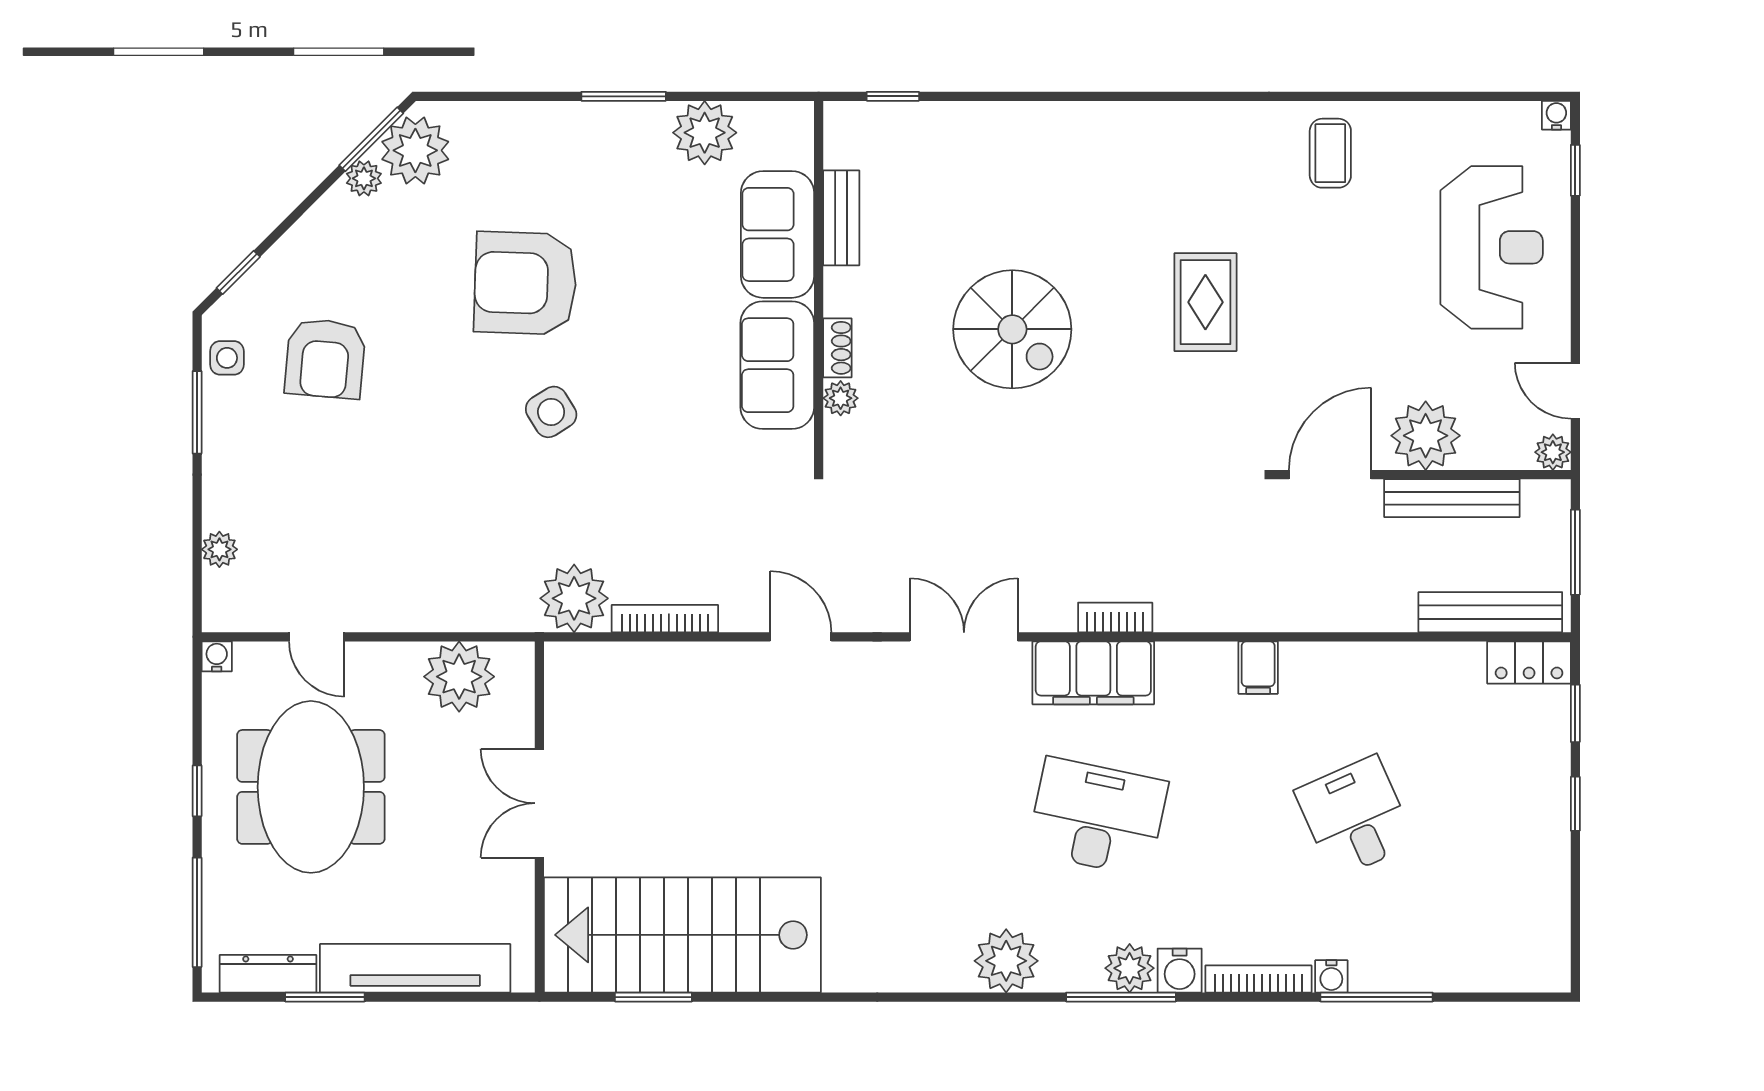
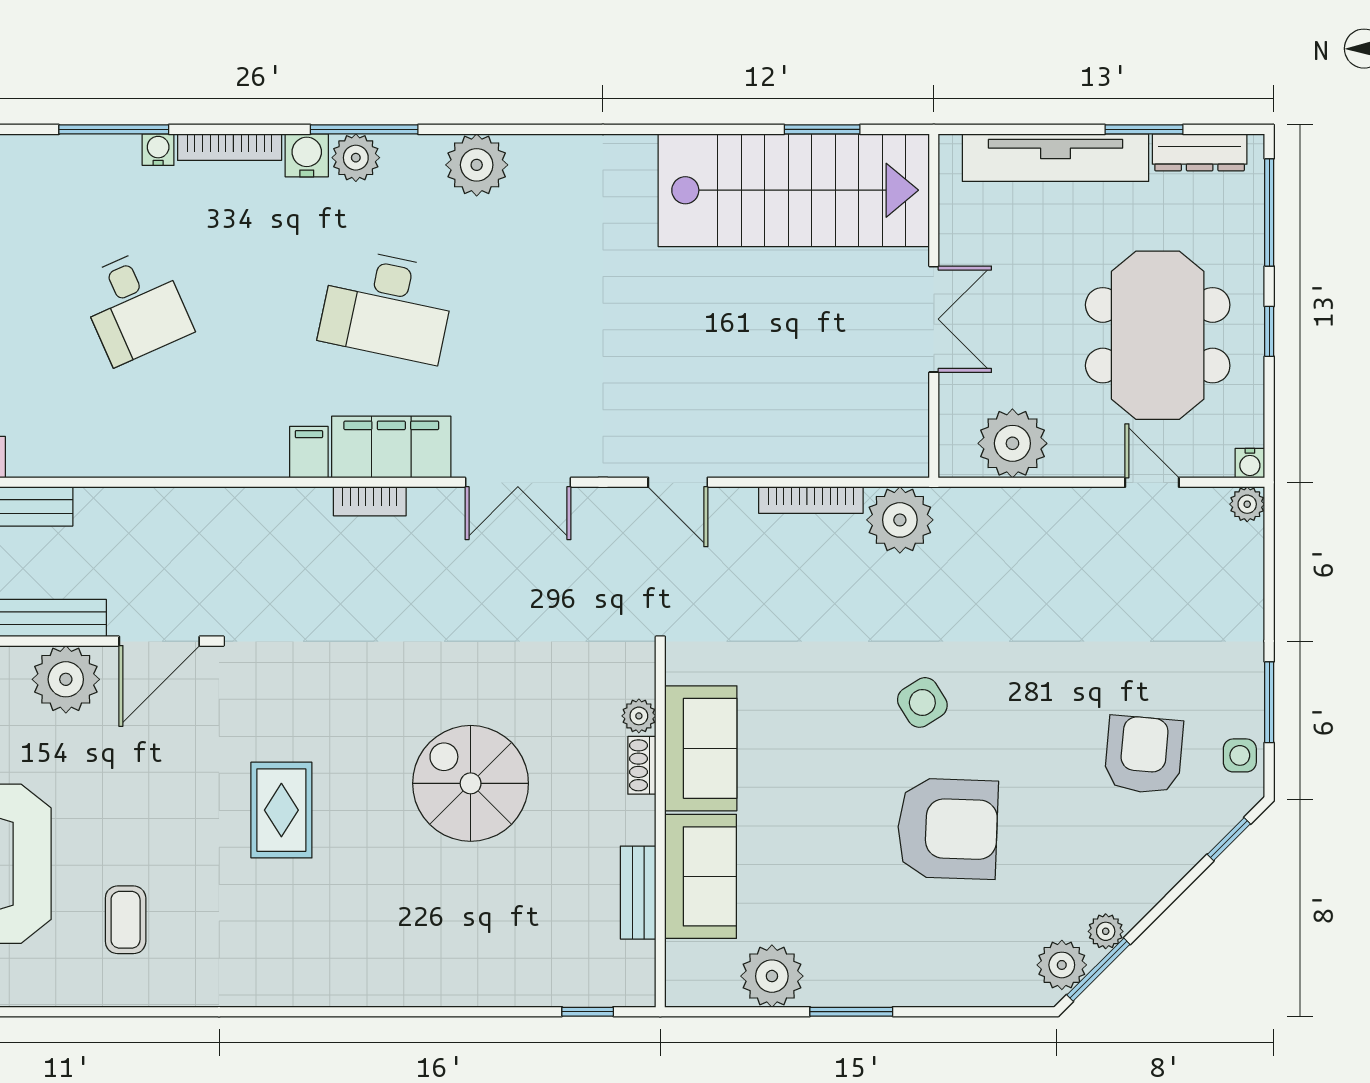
plant: (415, 150) -> (1062, 965), width x0.73, depth x0.73
coffee table: (1330, 153) -> (126, 920), moved
plant: (219, 549) -> (1247, 504), moved
filing cabinet: (1258, 668) -> (309, 452), moved

